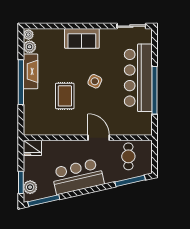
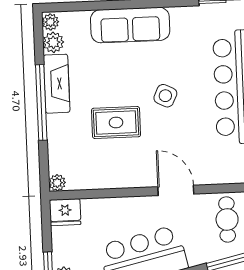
sofa: (82, 38) -> (130, 25), width x1.36
rug: (65, 96) -> (116, 123), turned 90
plant: (28, 130) -> (57, 183), added

